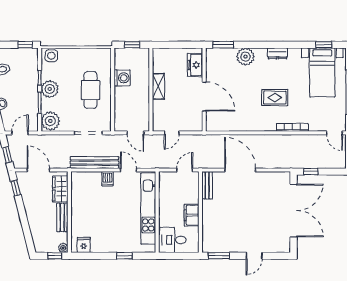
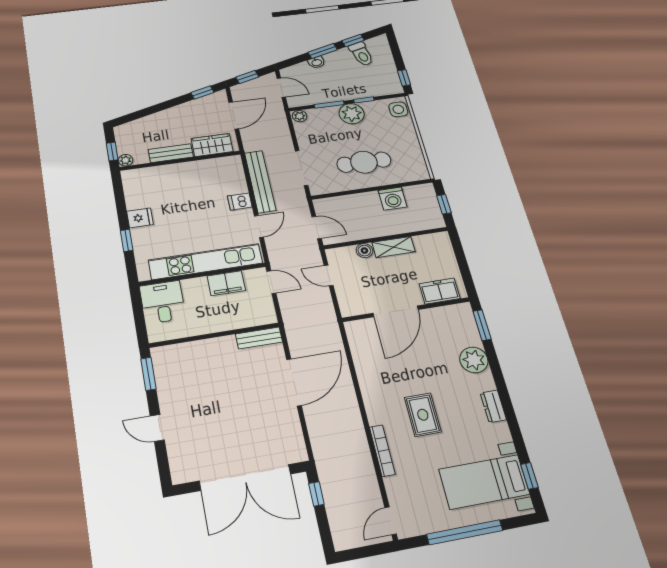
boiler: (158, 106) -> (364, 251), added
plant: (50, 121) -> (300, 116), width x0.53, depth x0.53
door: (135, 133) -> (317, 228), swing flipped
door: (185, 170) -> (271, 282), moved
filing cabinet: (192, 215) -> (226, 283), moved, turned 180
fridge: (84, 245) -> (140, 218), moved

